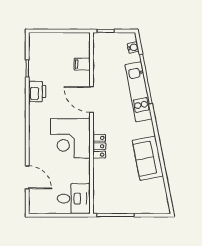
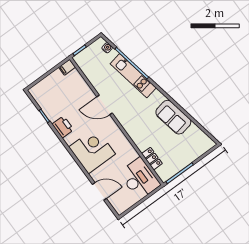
filing cabinet: (82, 64) -> (67, 67), moved
corner desk: (70, 138) -> (92, 150), moved, turned 180
locker: (99, 146) -> (152, 159), moved
desk: (74, 199) -> (140, 179), width x1.37

